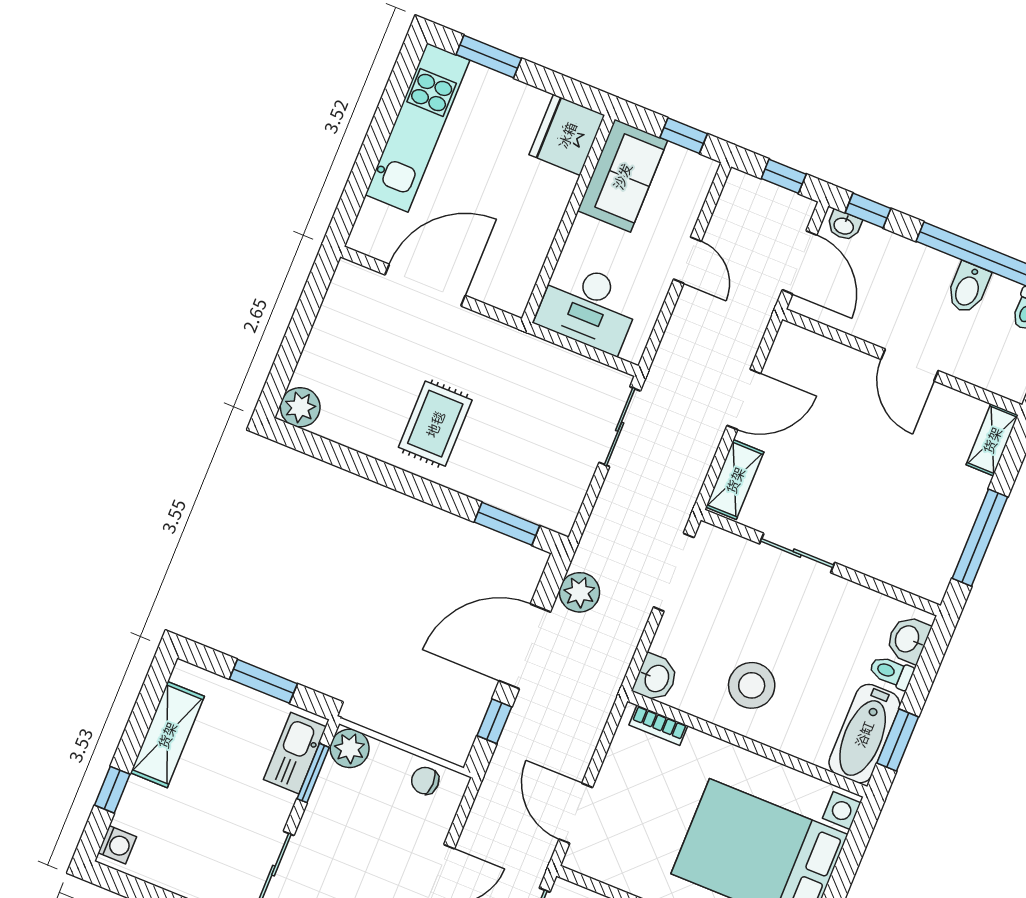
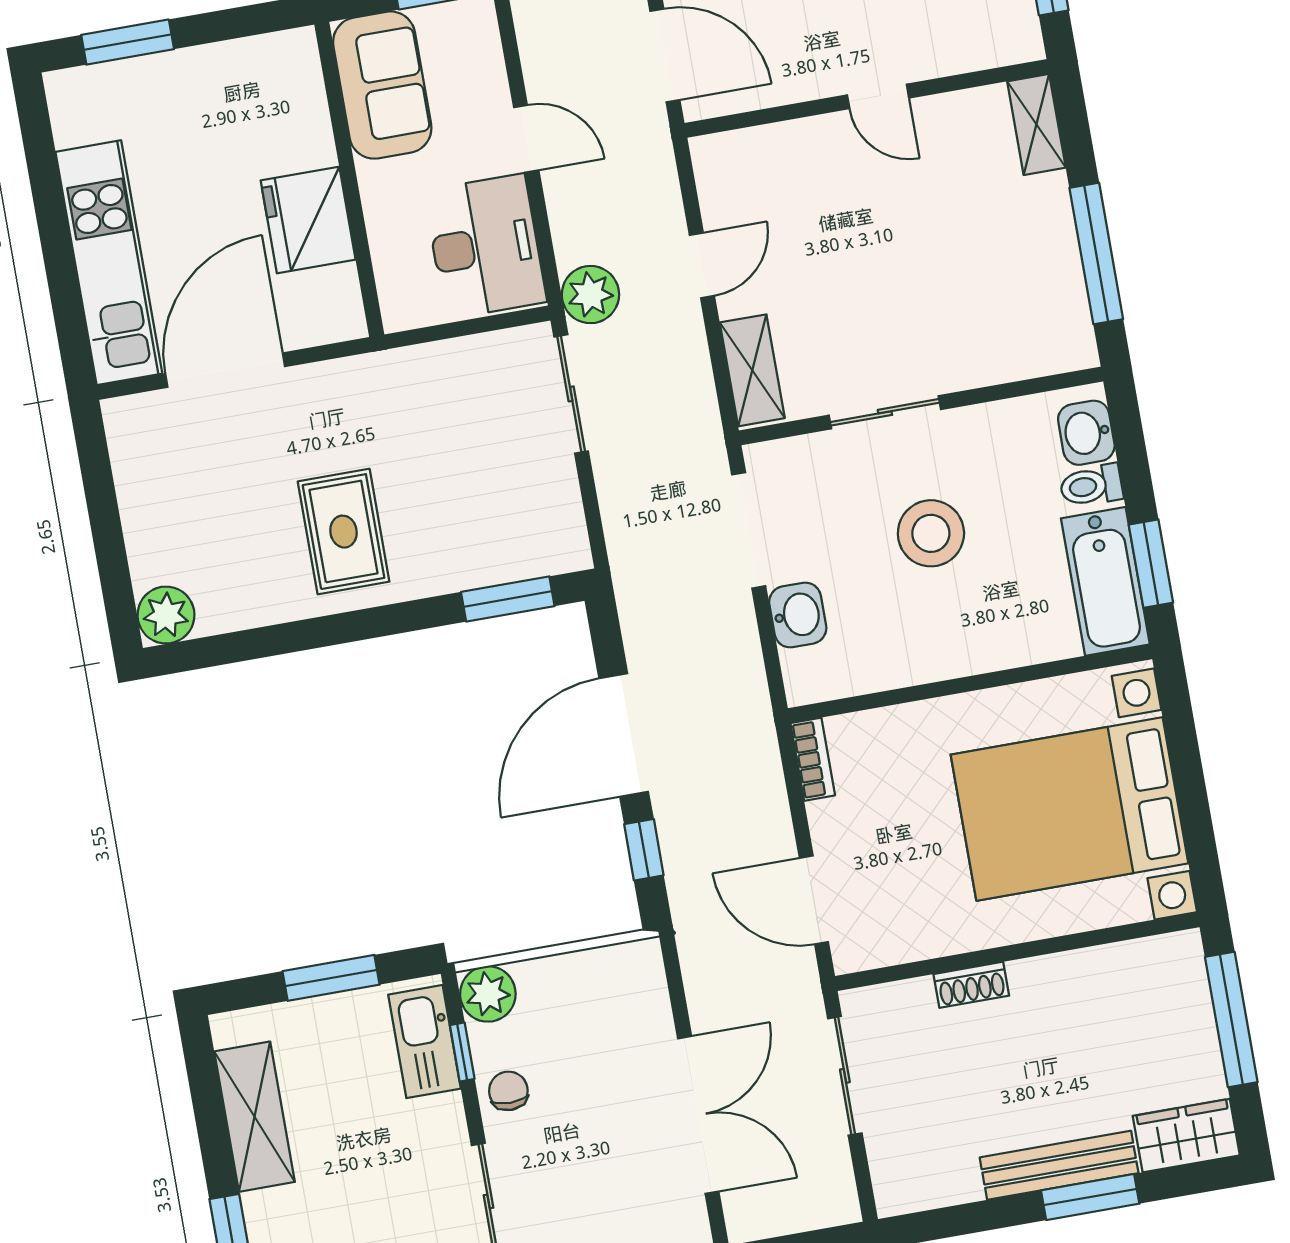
kitchen unit: (417, 128) -> (109, 263), moved
fridge: (567, 135) -> (308, 220), moved
desk: (588, 307) -> (485, 246), moved, turned -90
door: (910, 365) -> (878, 96), width x0.73
door: (744, 399) -> (702, 265), width x0.73
plant: (580, 592) -> (590, 295), moved
washbasin: (656, 678) -> (798, 615), moved
stool: (752, 685) -> (931, 533), moved
bookcase: (658, 725) -> (813, 759), moved, turned -90
window: (313, 773) -> (462, 1052), width x0.67
chair: (425, 781) -> (508, 1091), moved, turned 90

